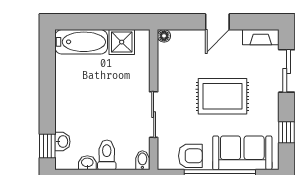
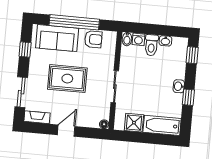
window: (47, 85) -> (188, 97), added
sliding door: (154, 115) -> (115, 87), moved
washbasin: (62, 142) -> (179, 86), moved
armchair: (190, 156) -> (93, 39), turned 180
washing machine: (126, 161) -> (139, 39), added

